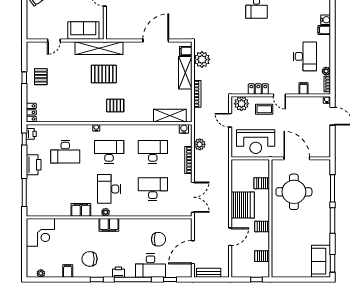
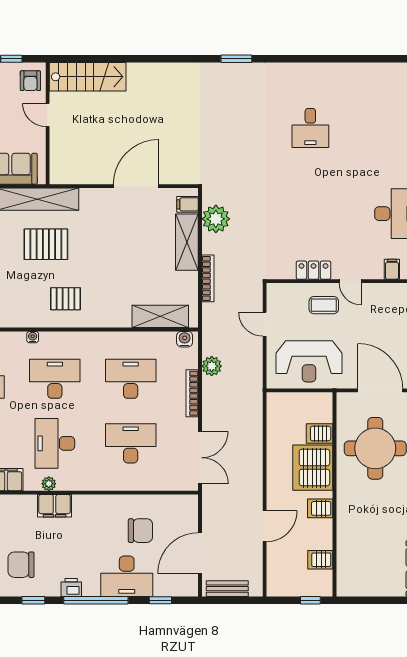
plant: (241, 104) -> (284, 295), removed
server rack: (243, 205) -> (313, 468), moved, turned 180

